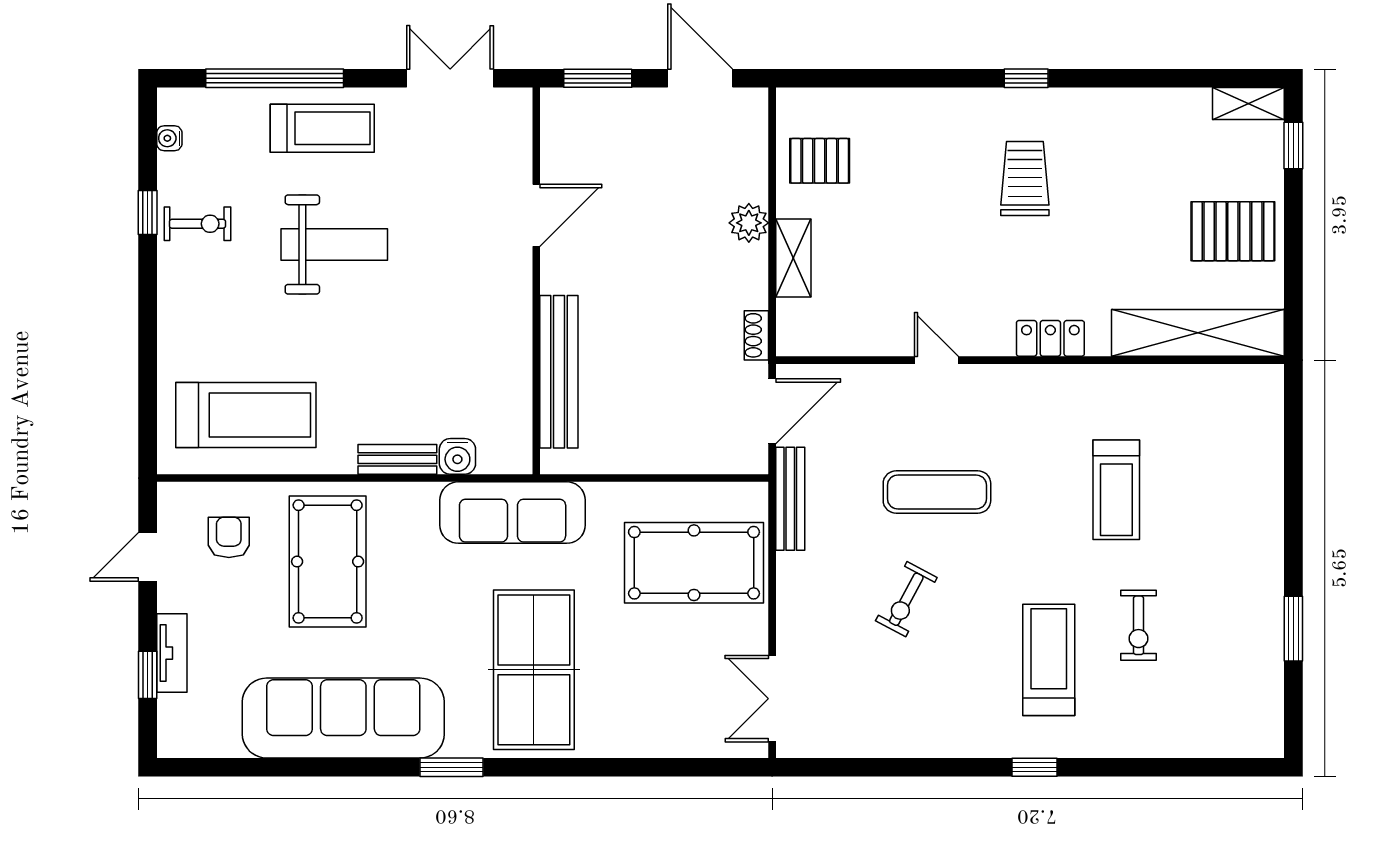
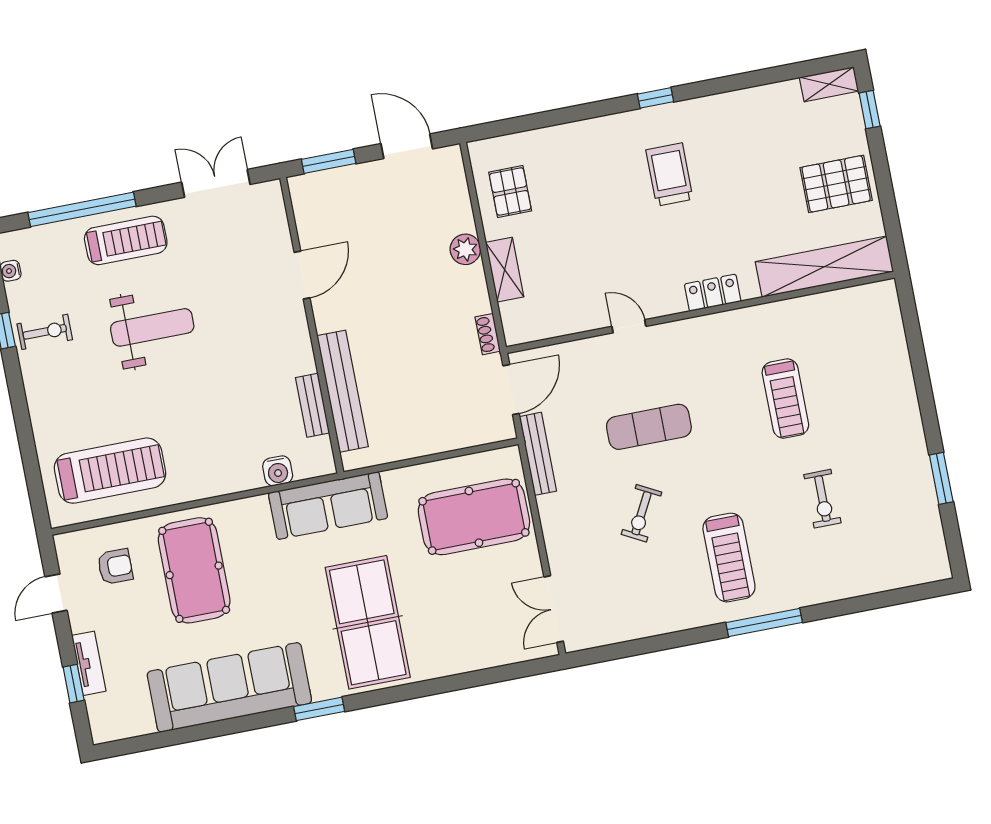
pallet: (820, 161) -> (510, 191), turned 90
bench: (397, 459) -> (313, 405), moved, turned 90
armchair: (229, 537) -> (115, 567), turned 90
treadmill: (1049, 660) -> (729, 558), moved, turned 180
window: (1034, 767) -> (764, 622), width x2.17

